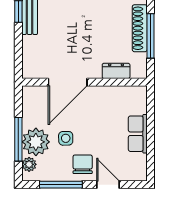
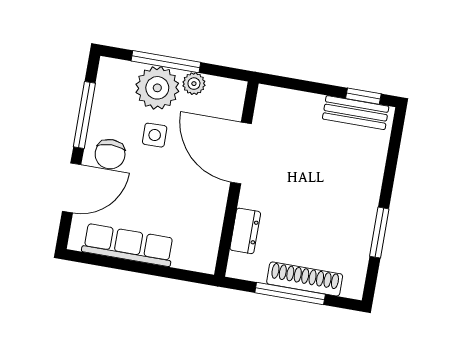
row of seats: (138, 134) -> (128, 245), width x1.48
plant: (29, 164) -> (194, 84), moved
chair: (83, 164) -> (110, 154), turned 90
door: (108, 185) -> (72, 188), width x1.38

